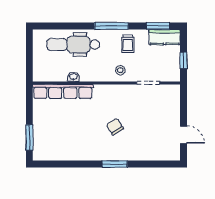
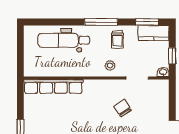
washbasin: (73, 77) -> (163, 72), moved
chair: (115, 127) -> (123, 108), moved

